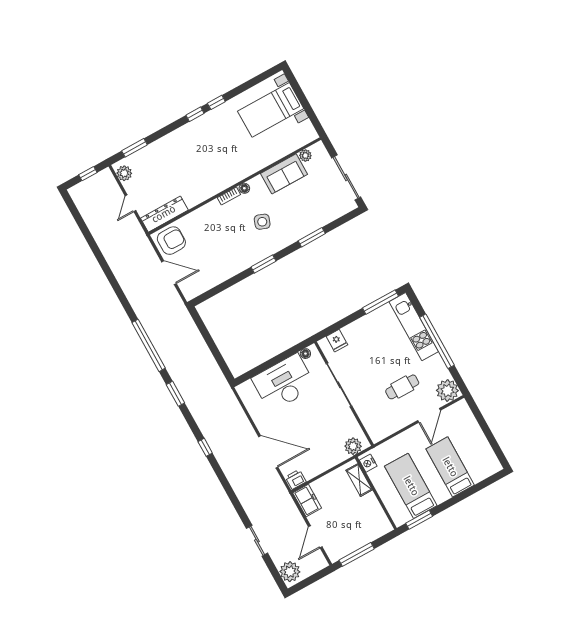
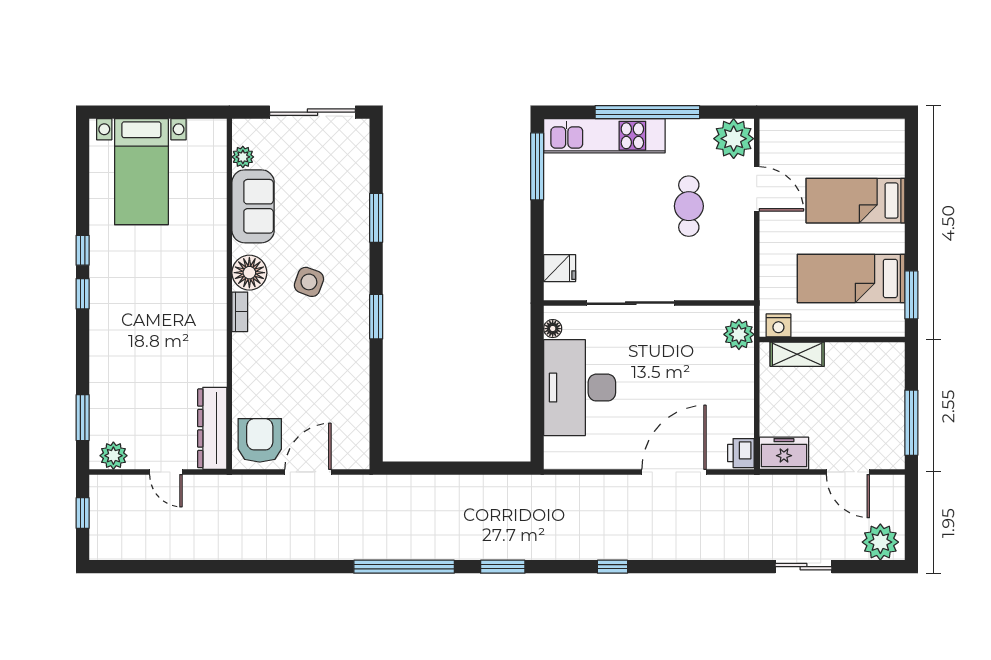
floor lamp: (244, 188) -> (249, 273), width x1.89, depth x1.89

